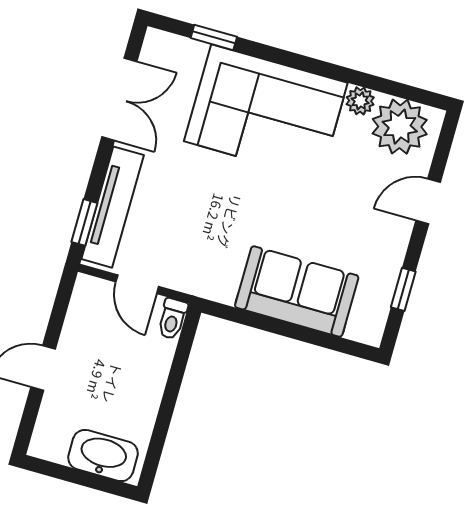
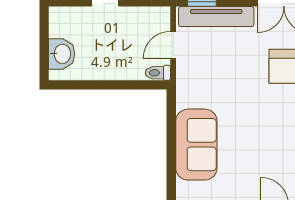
washbasin: (103, 456) -> (62, 54), width x0.72

